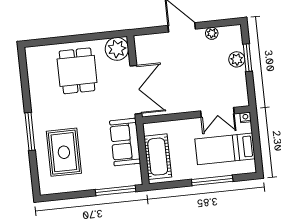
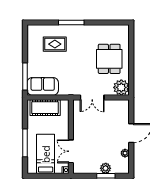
dining table: (77, 71) -> (109, 59), turned 90
double door: (136, 90) -> (92, 98), width x0.73
sofa: (125, 142) -> (43, 86), moved
rug: (64, 152) -> (55, 44), width x0.73, depth x0.70

